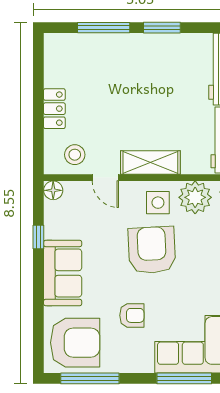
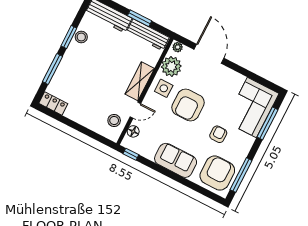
stool: (171, 45) -> (81, 37), added
locker: (54, 109) -> (53, 103), moved
floor lamp: (53, 190) -> (133, 131), moved
window: (38, 237) -> (131, 154), moved
armchair: (152, 250) -> (188, 105), turned -87

